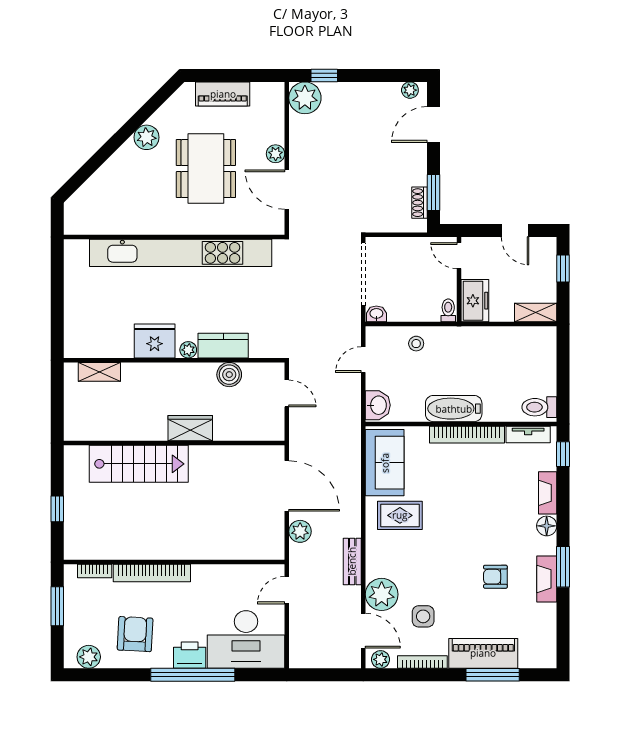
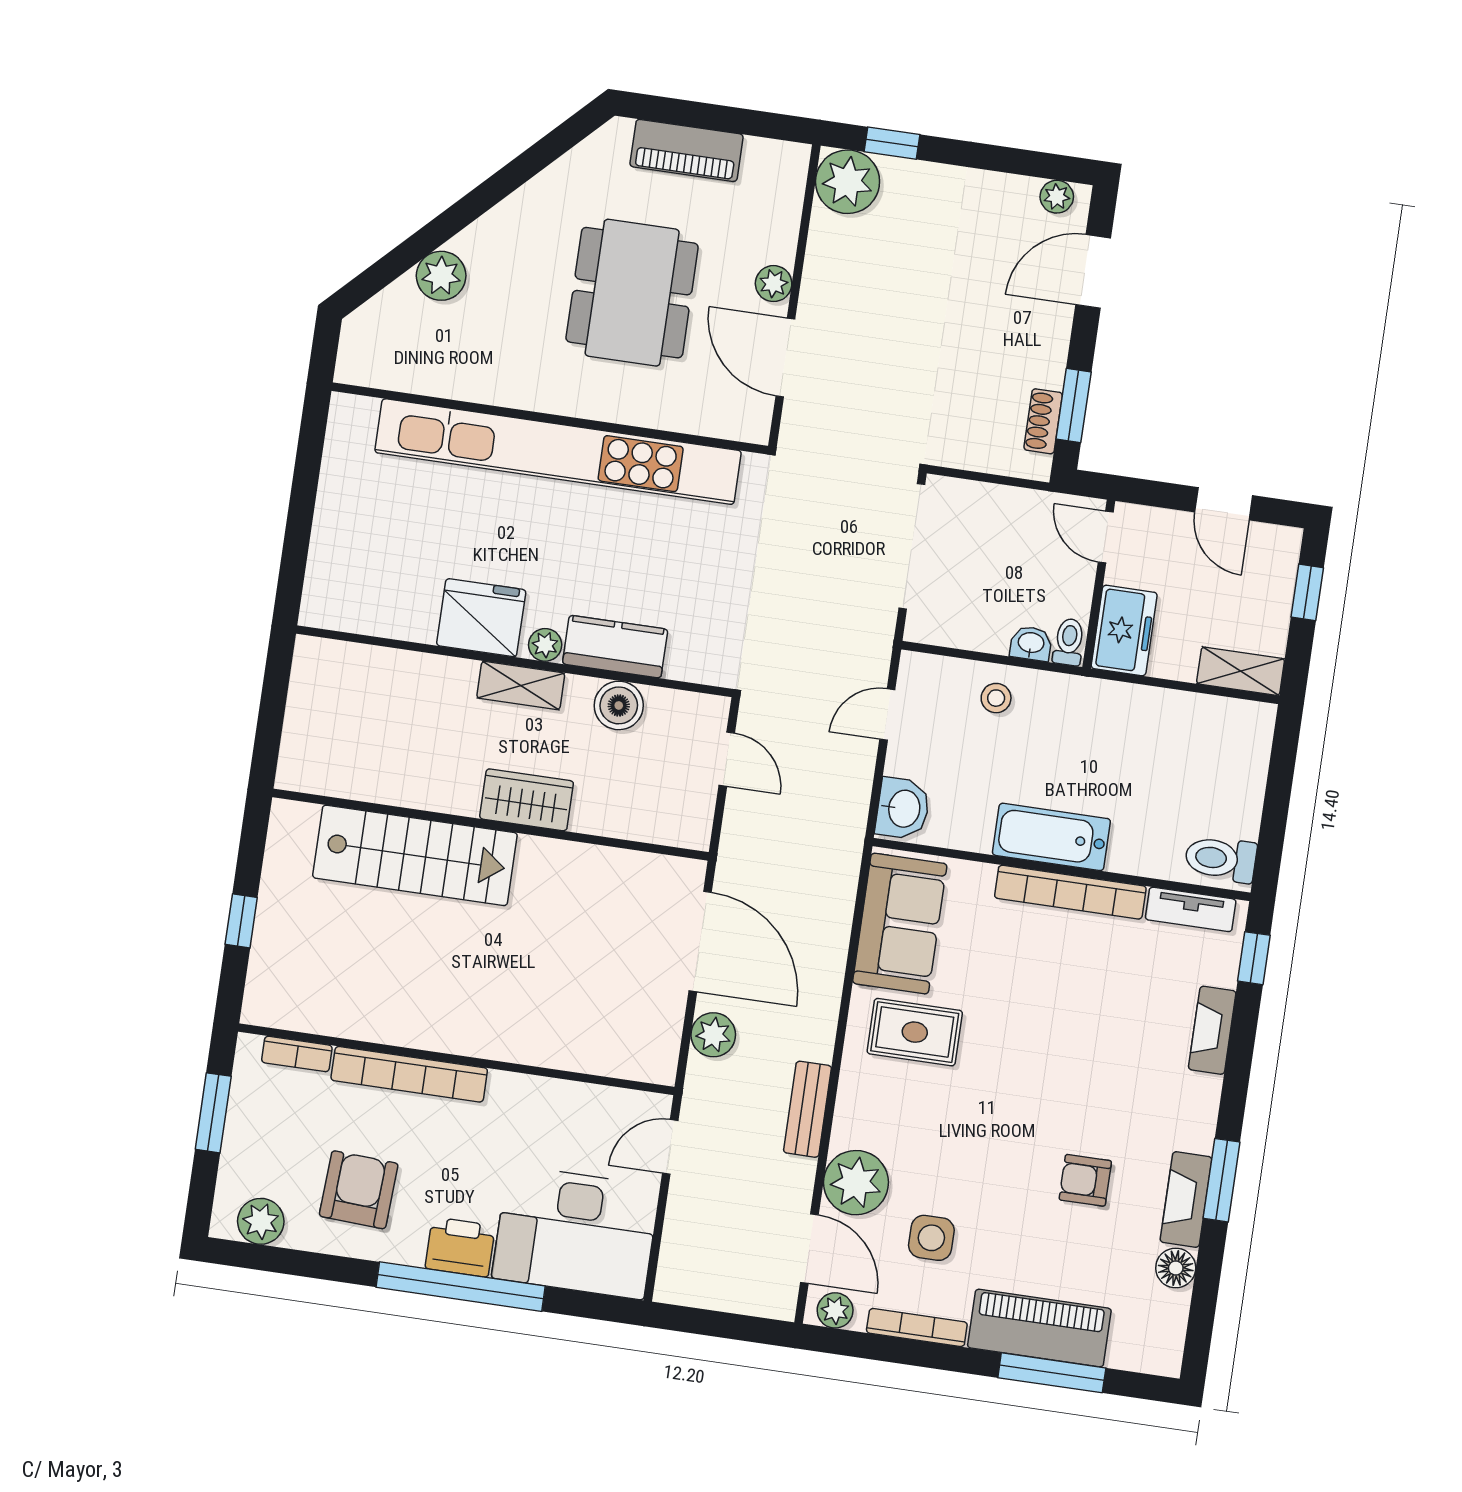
plant: (147, 137) -> (441, 276), moved
washbasin: (376, 314) -> (1031, 643), moved
shelving: (99, 372) -> (521, 686), moved
floor lamp: (547, 526) -> (1176, 1268), moved

